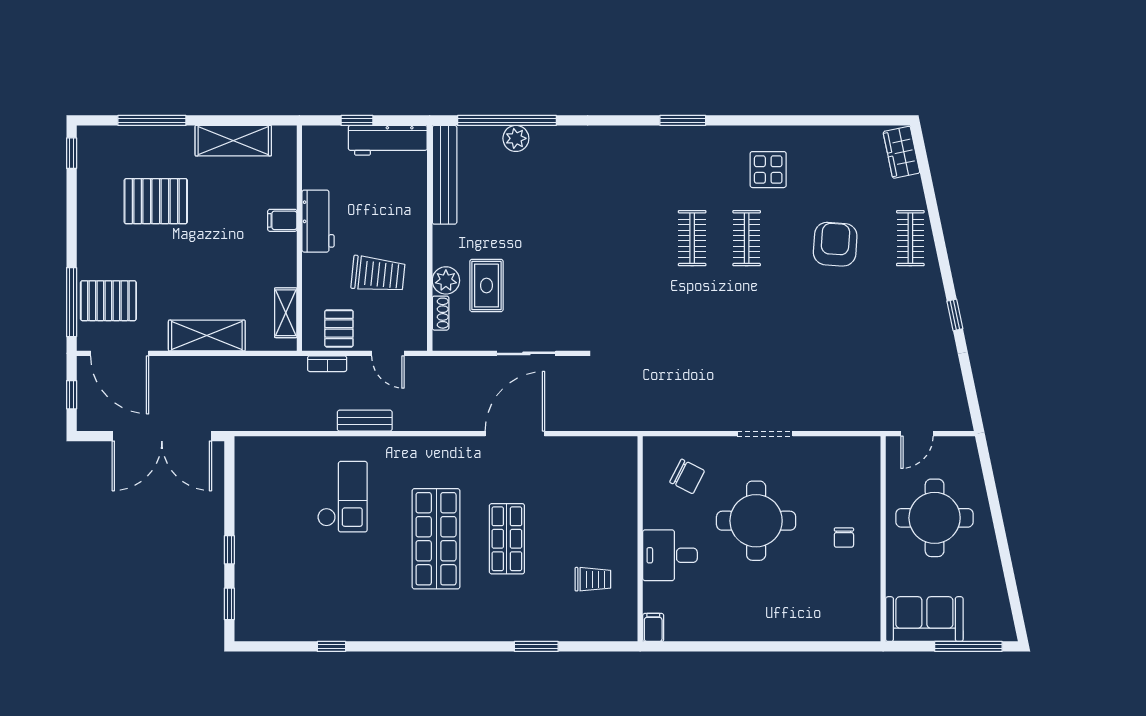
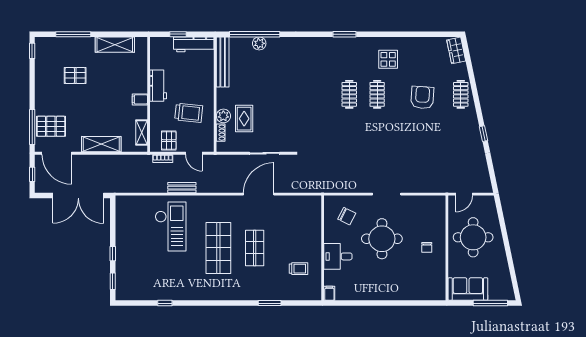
pallet: (156, 201) -> (75, 75), width x0.67, depth x0.71
filing cabinet: (282, 220) -> (140, 99), moved
checkout: (342, 497) -> (171, 226), width x1.36, depth x1.21

